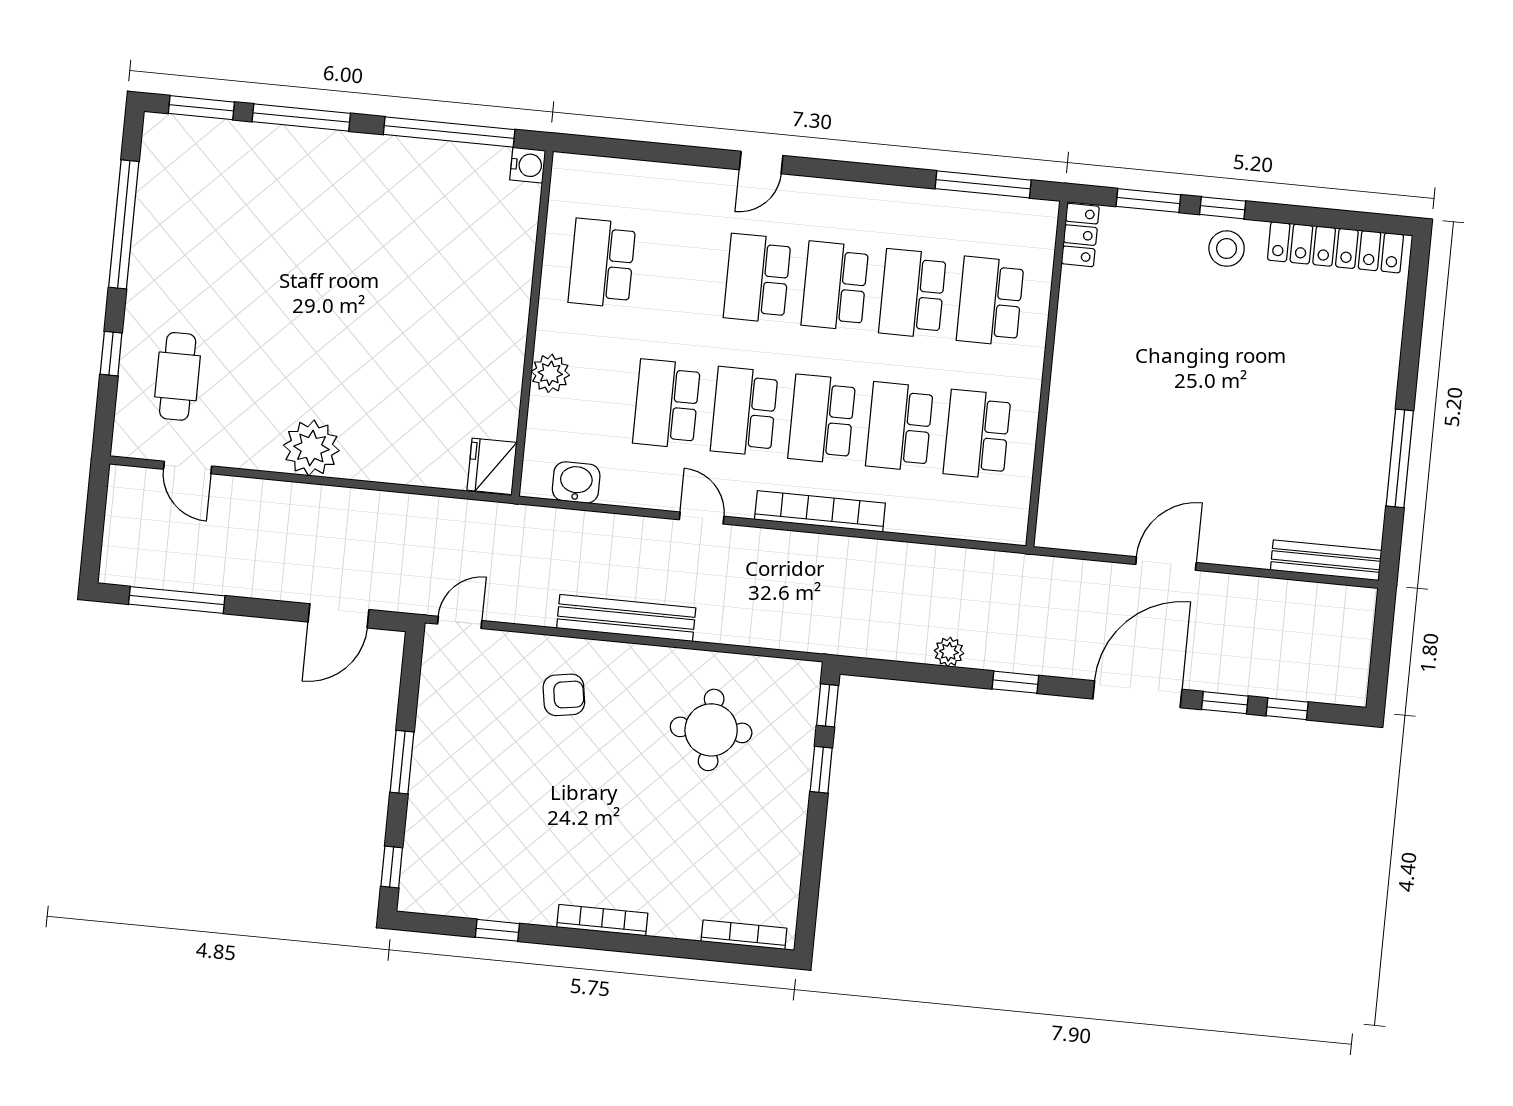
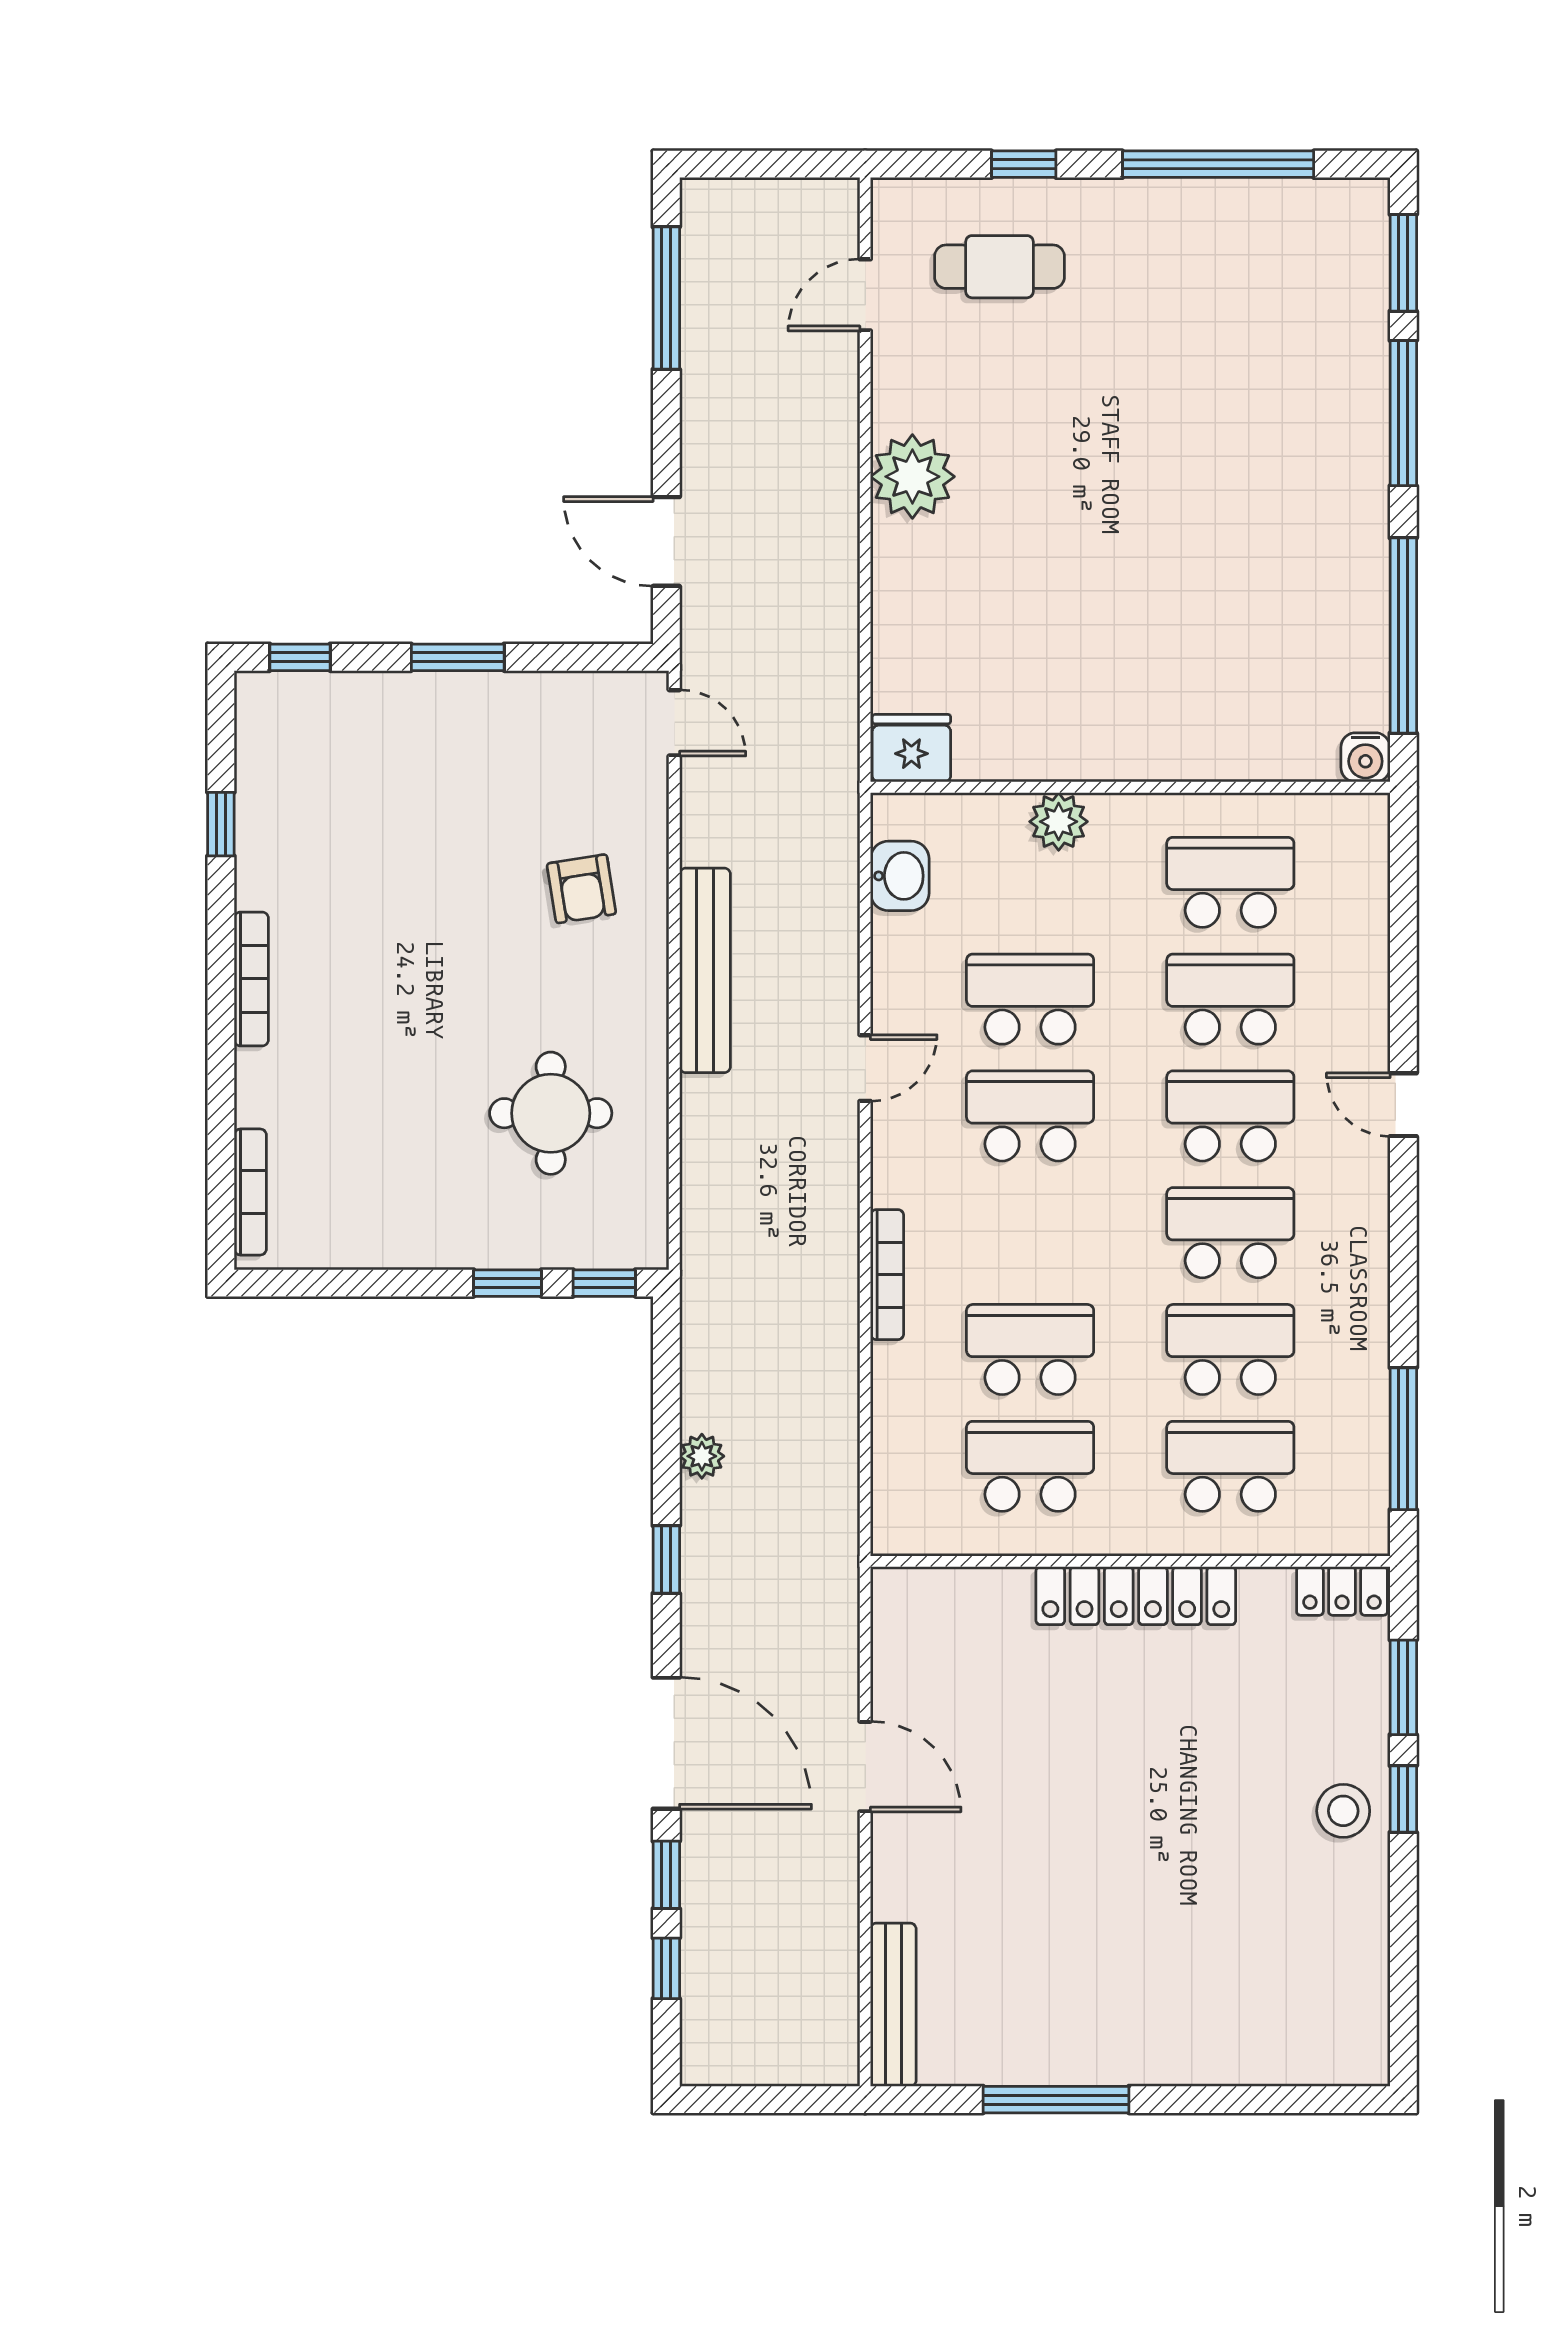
locker: (1335, 247) -> (1136, 1596), moved, turned -90
school desk: (822, 419) -> (1230, 999), moved
bookcase: (820, 511) -> (887, 1275), width x0.68, depth x0.76

